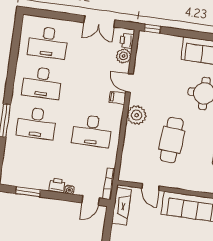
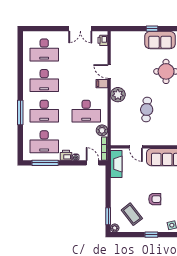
window: (152, 29) -> (152, 29), moved
plant: (124, 56) -> (102, 130), moved
cafe table: (172, 140) -> (147, 109), width x0.73, depth x0.74
desk: (31, 164) -> (44, 142), added
window: (28, 192) -> (45, 163), width x1.44
door: (91, 200) -> (93, 163), swing flipped

